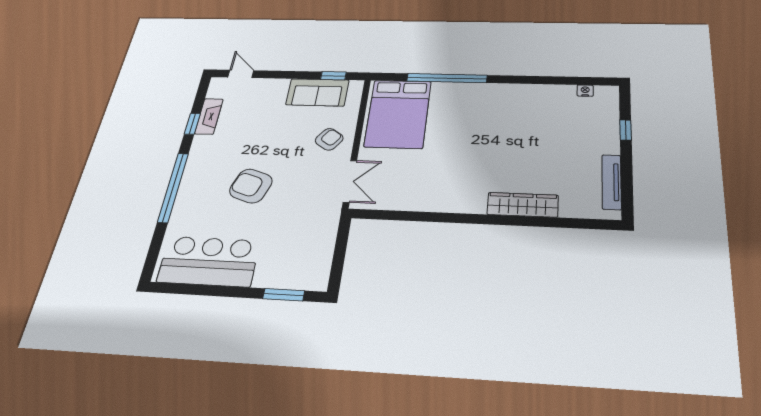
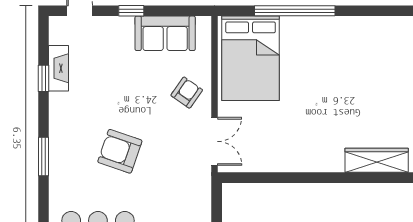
window: (333, 76) -> (131, 11), moved
window: (173, 187) -> (44, 157), width x0.47

